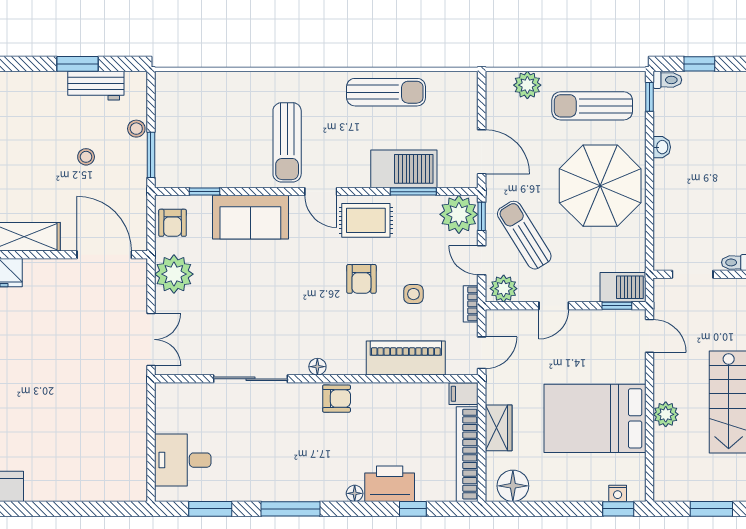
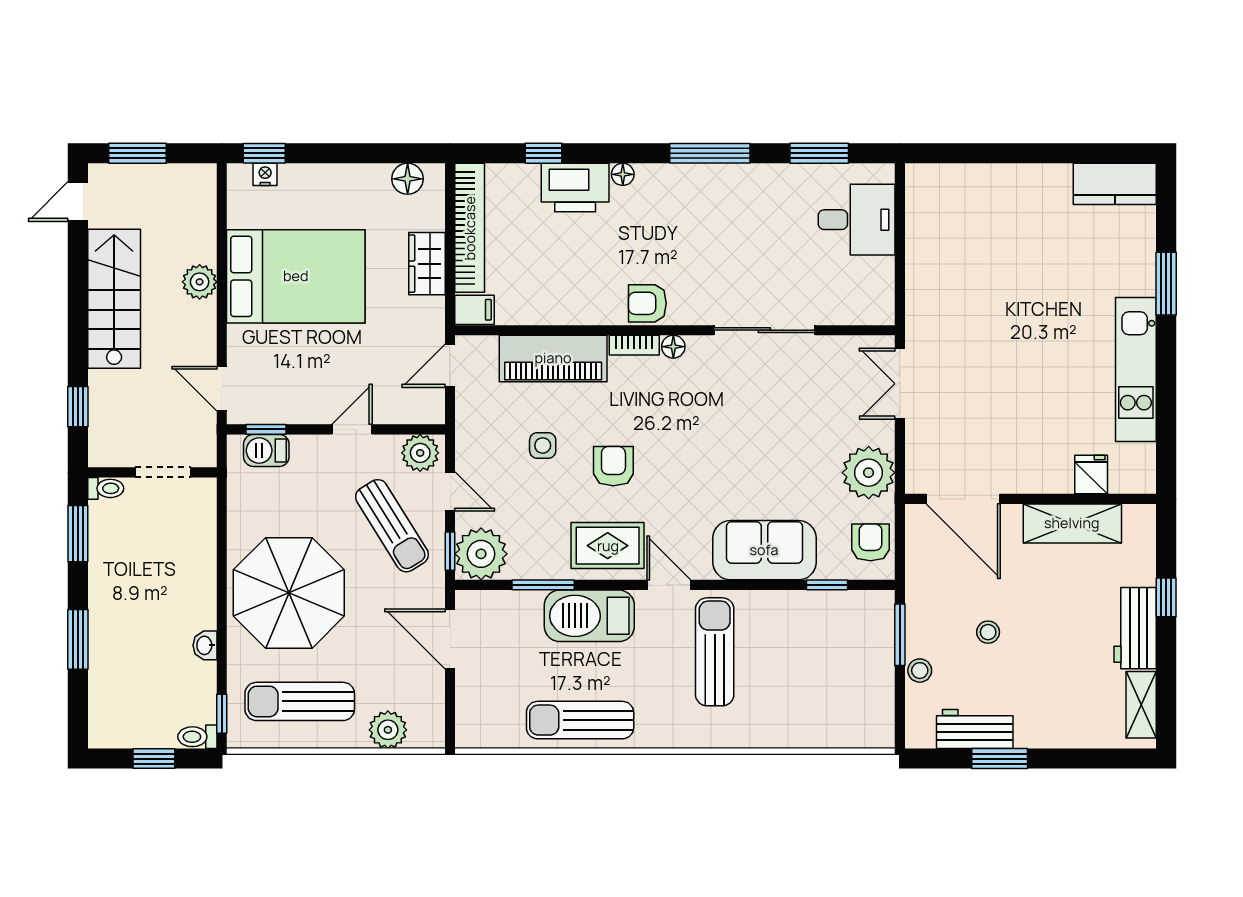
sun lounger: (592, 106) -> (300, 701), turned 180
barbecue: (404, 169) -> (589, 616), moved
barbecue: (623, 287) -> (266, 450), width x0.73, depth x0.79
bookcase: (471, 304) -> (634, 345), moved, turned 90
floor lamp: (513, 486) -> (408, 179), width x0.73, depth x0.73

